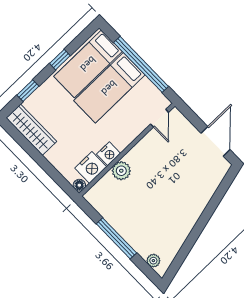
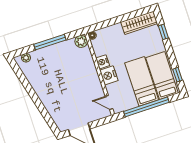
window: (60, 60) -> (178, 75), moved
nightstand: (91, 167) -> (109, 75), moved
plant: (121, 171) -> (81, 41), moved

